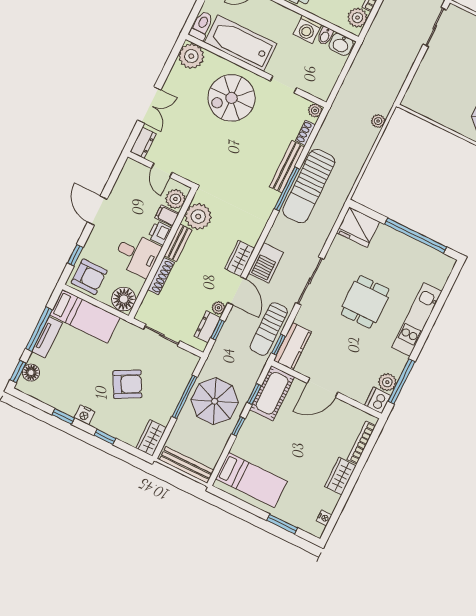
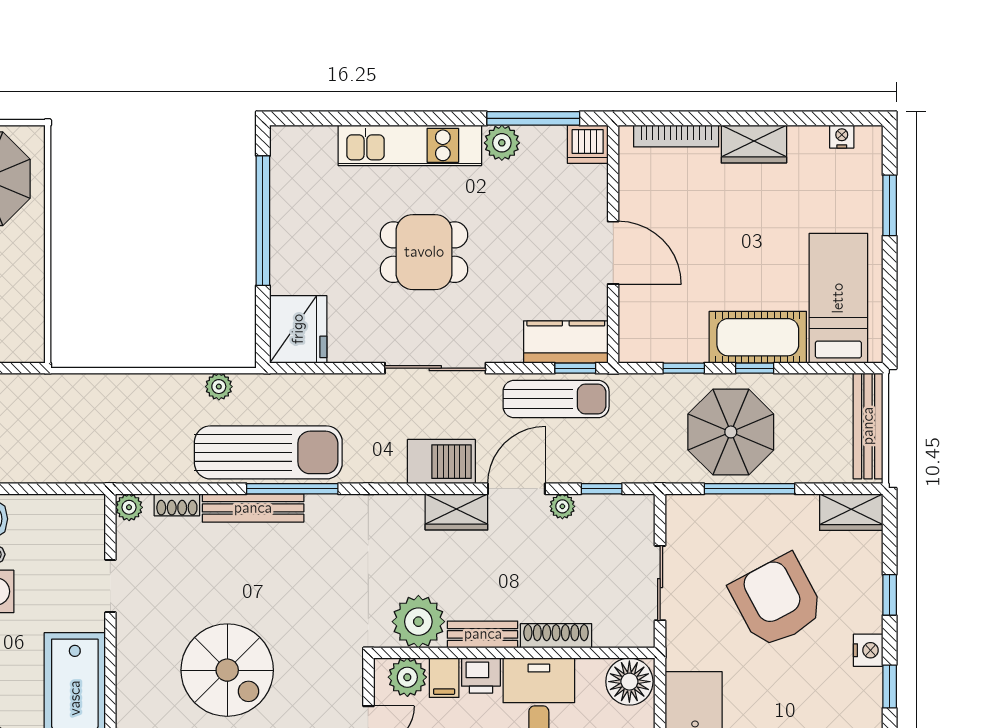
spiral stairs: (231, 98) -> (227, 670), moved
plant: (378, 121) -> (219, 387), moved
dresser: (207, 327) -> (606, 509), removed
plant: (387, 382) -> (502, 143), moved
armchair: (127, 384) -> (777, 601), width x1.36, depth x1.36
cot: (272, 393) -> (758, 337), moved

